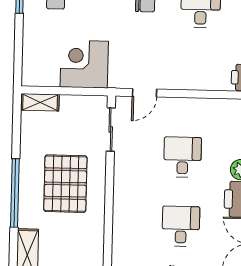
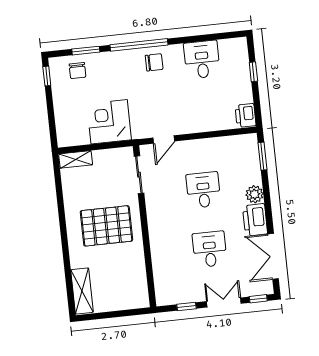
pallet: (65, 184) -> (106, 226), turned 90
window: (15, 193) -> (64, 239), removed

